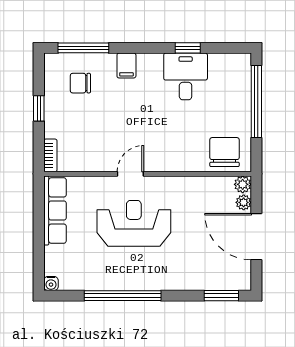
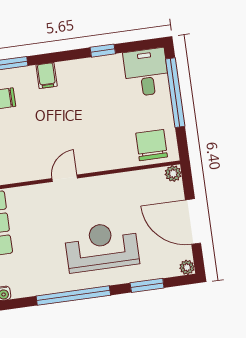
desk: (186, 76) -> (146, 72), moved
plant: (244, 202) -> (187, 267), moved
reception desk: (134, 223) -> (102, 247), moved
window: (221, 296) -> (147, 285), moved

